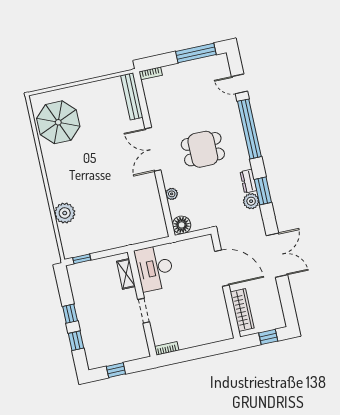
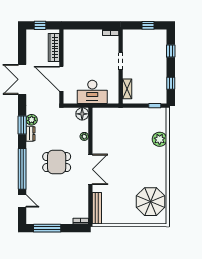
desk: (155, 268) -> (92, 92), moved, turned 90
window: (70, 314) -> (171, 83), moved

